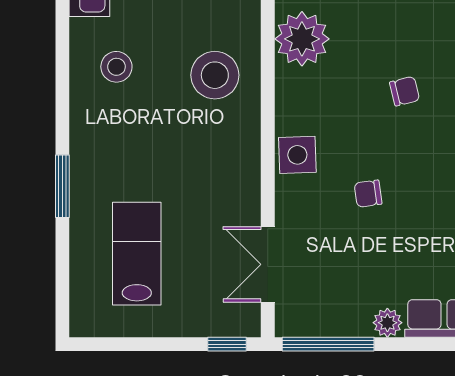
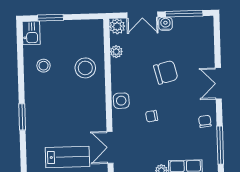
plant: (302, 39) -> (116, 52), width x0.53, depth x0.53
chair: (405, 91) -> (166, 72), width x1.87, depth x1.87
lab bench: (137, 254) -> (67, 157), moved, turned 90

